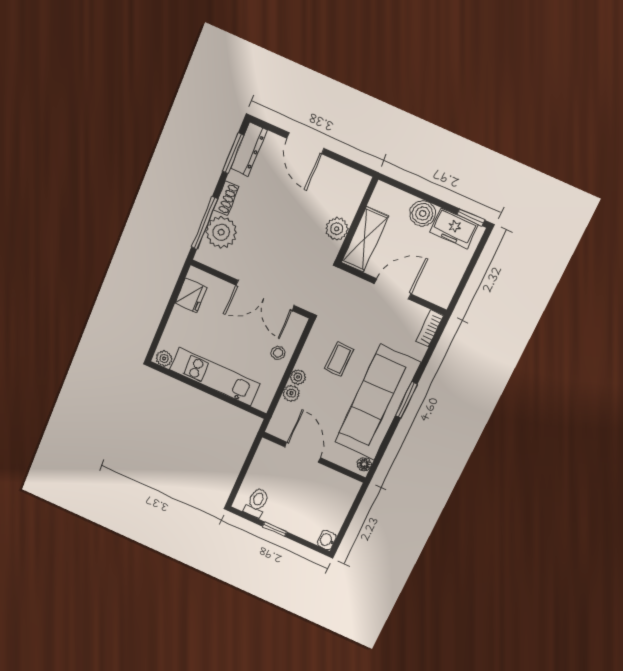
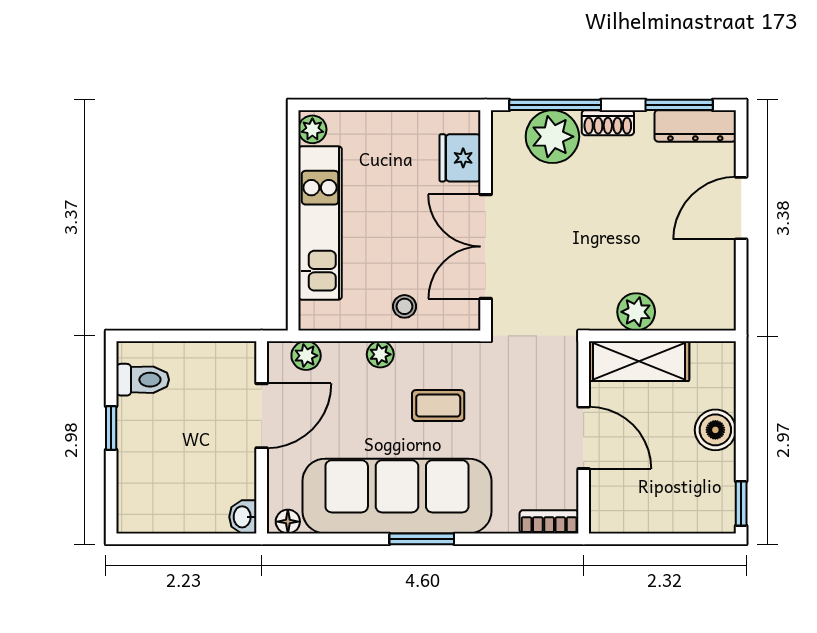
freezer: (454, 228) -> (714, 486), removed
fridge: (191, 295) -> (460, 158), moved, turned 90
plant: (291, 393) -> (306, 356), moved
washbasin: (327, 540) -> (243, 517), moved, turned -90

